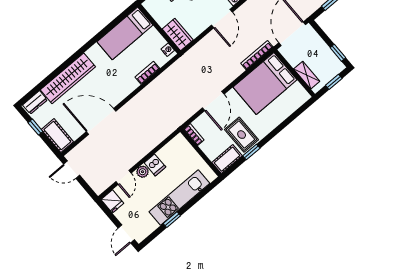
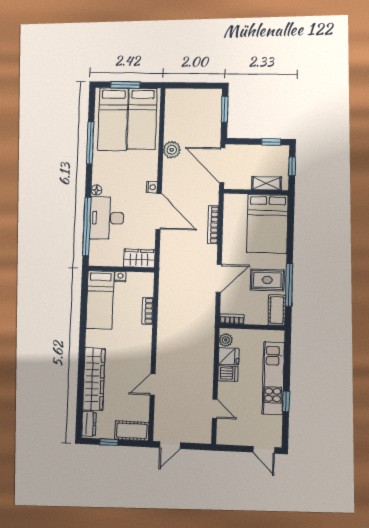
door: (222, 19) -> (159, 211), width x1.36
nightstand: (168, 50) -> (120, 277), moved
bookcase: (257, 55) -> (213, 225), moved
bed: (265, 83) -> (267, 224), moved
door: (213, 101) -> (219, 278), hinge flipped
door: (101, 121) -> (153, 385), width x0.53
window: (251, 152) -> (289, 285), width x2.17
plant: (143, 172) -> (226, 340), moved
fridge: (112, 201) -> (229, 356), moved

